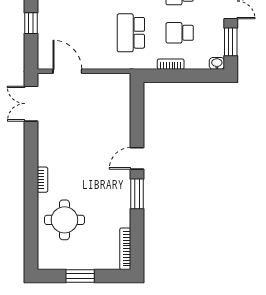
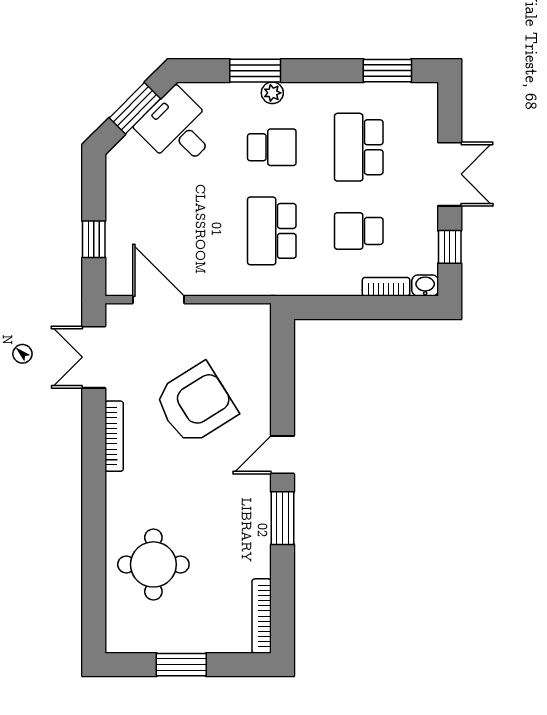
window: (31, 23) -> (94, 239), moved
window: (231, 42) -> (450, 247), width x0.67
bookcase: (171, 64) -> (386, 287), moved
armchair: (88, 130) -> (196, 404), added
bookcase: (42, 180) -> (114, 436), moved, width x1.56

